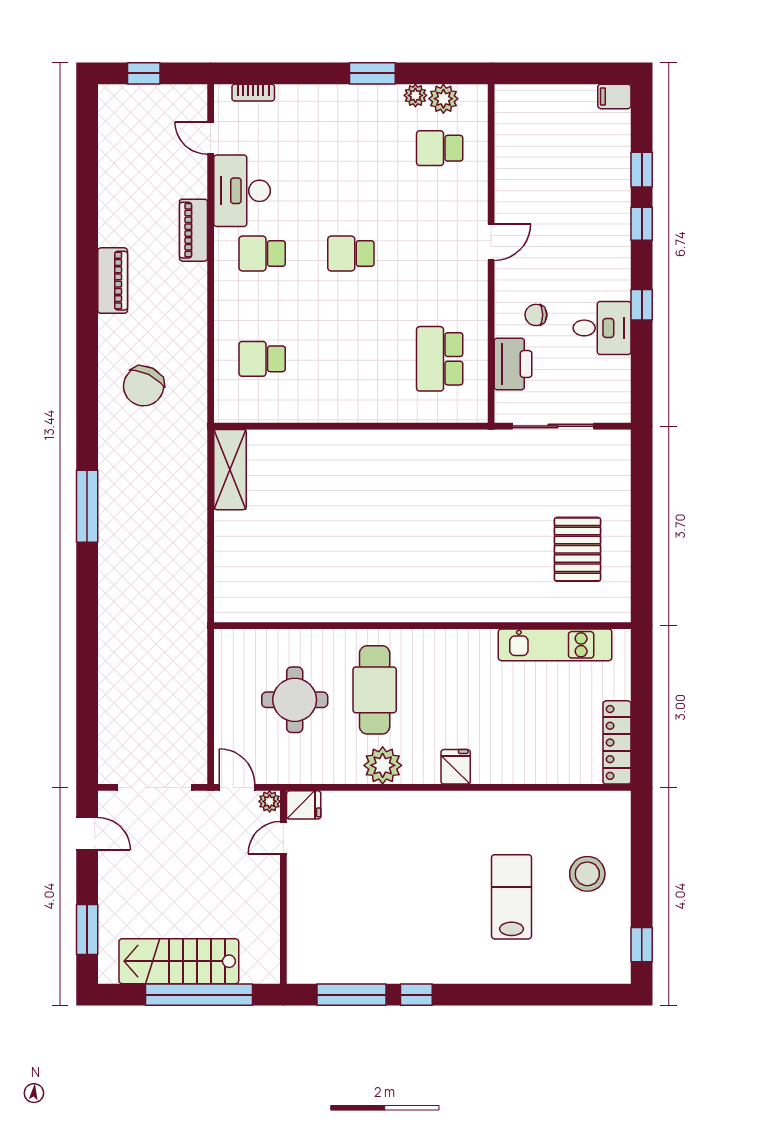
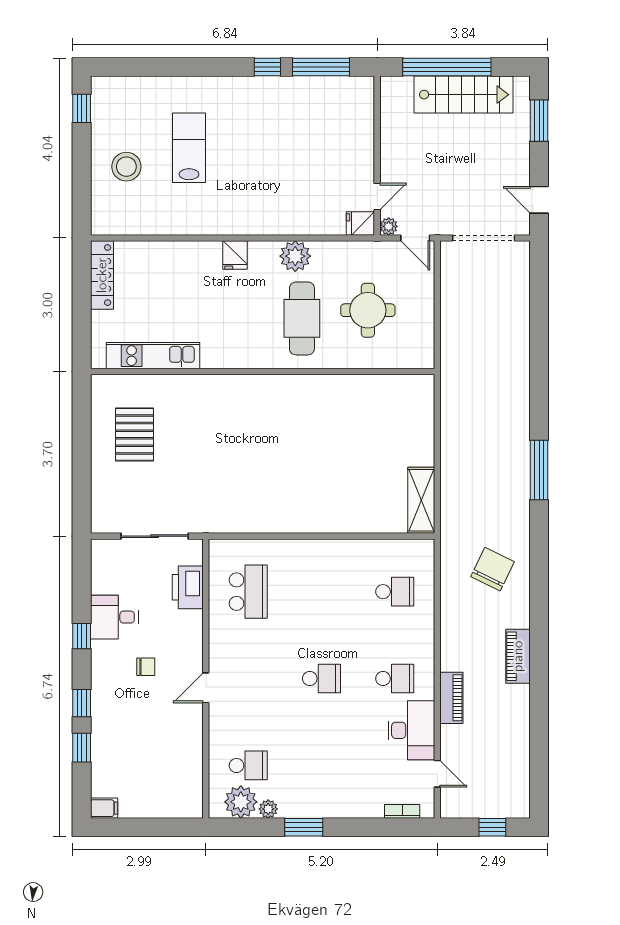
plant: (443, 99) -> (241, 802), width x1.36, depth x1.36
chair: (536, 315) -> (146, 667), moved
lab bench: (511, 897) -> (189, 148), turned 180

